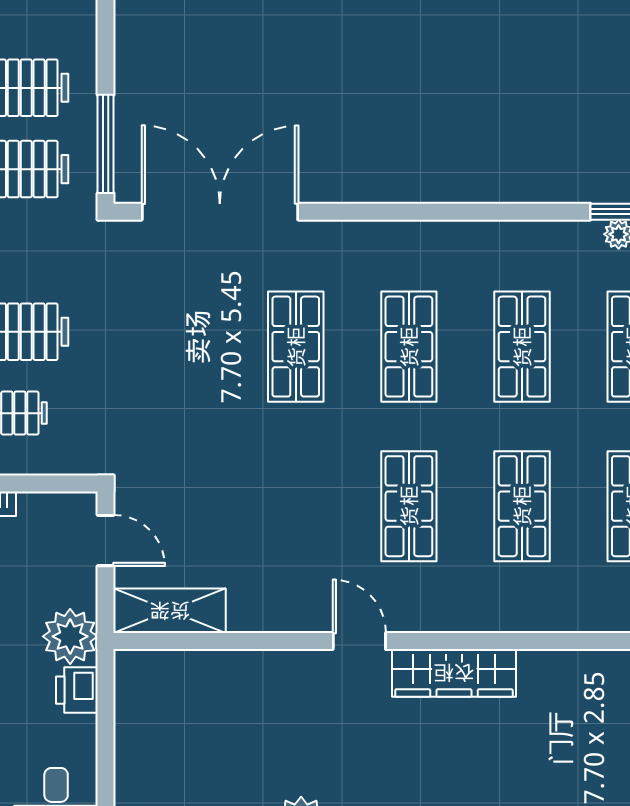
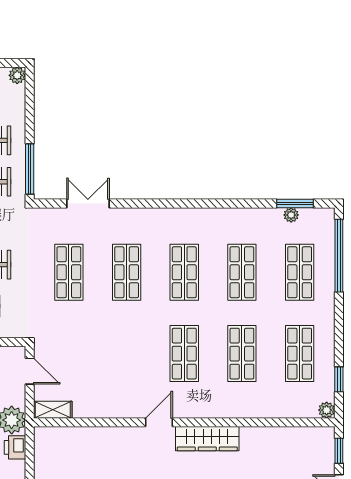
double door: (220, 212) -> (88, 204), width x0.54
shop shelf: (183, 347) -> (69, 272), added
shelving: (170, 611) -> (53, 410), width x0.67, depth x0.75
door: (359, 641) -> (159, 422), hinge flipped

